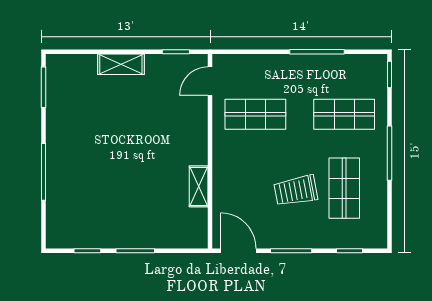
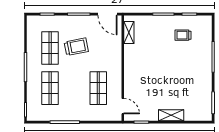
door: (210, 81) -> (123, 106), hinge flipped
shop shelf: (255, 114) -> (98, 88), turned 90
shop shelf: (344, 114) -> (50, 88), turned 90
shelving: (199, 186) -> (129, 32), moved
trolley: (99, 212) -> (183, 35), added

